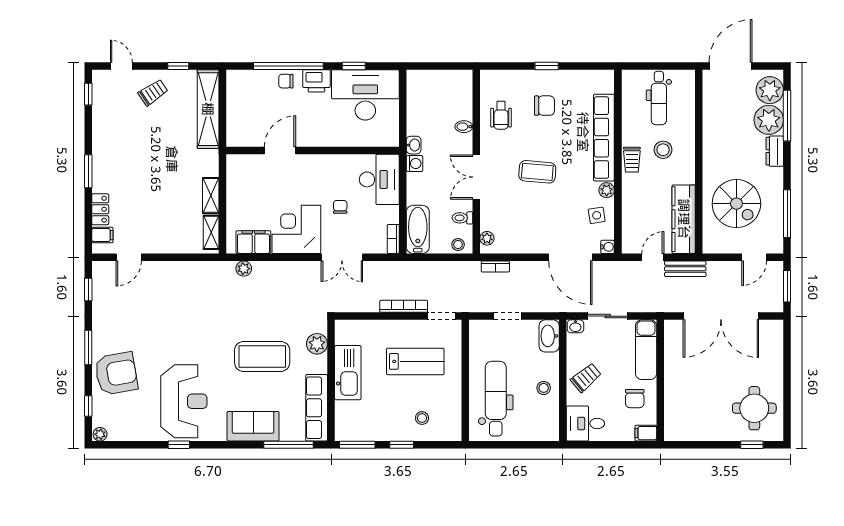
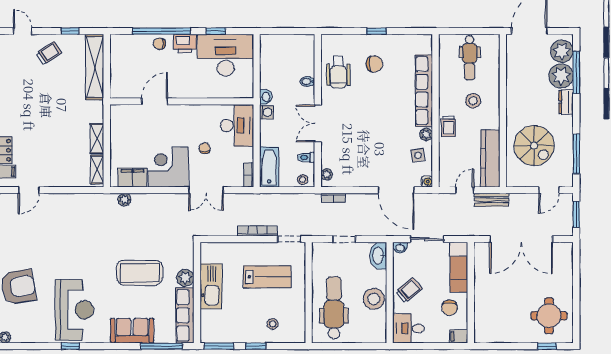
wheelchair: (501, 115) -> (338, 72), width x1.36, depth x1.37
trolley: (632, 160) -> (448, 126), moved
coffee table: (537, 172) -> (369, 119), removed
plant: (317, 344) -> (185, 278), moved
stool: (544, 388) -> (374, 299), width x1.89, depth x1.89

